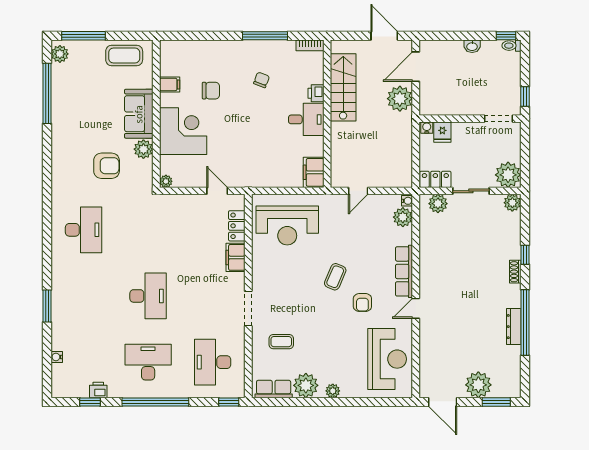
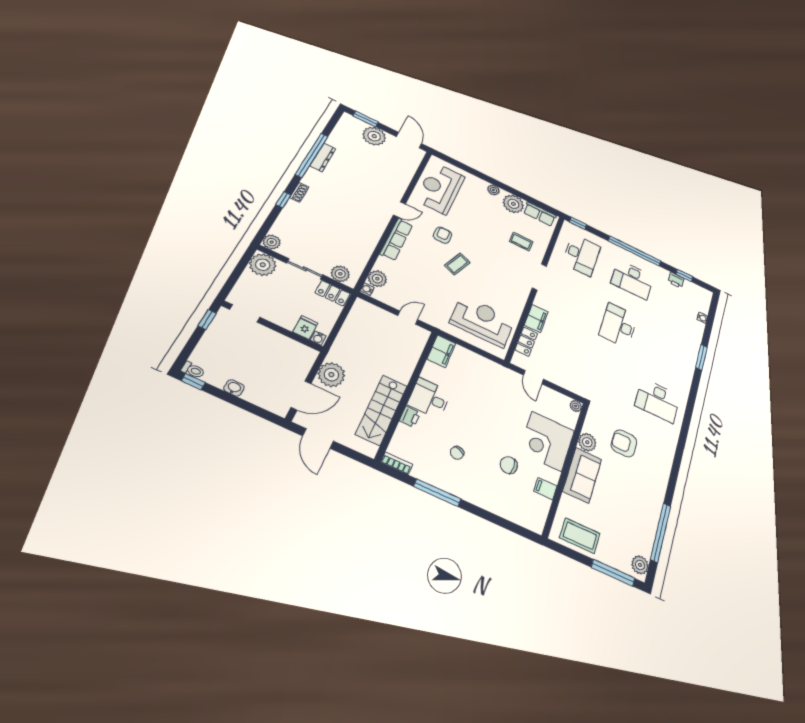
desk: (84, 230) -> (658, 401), turned -90

